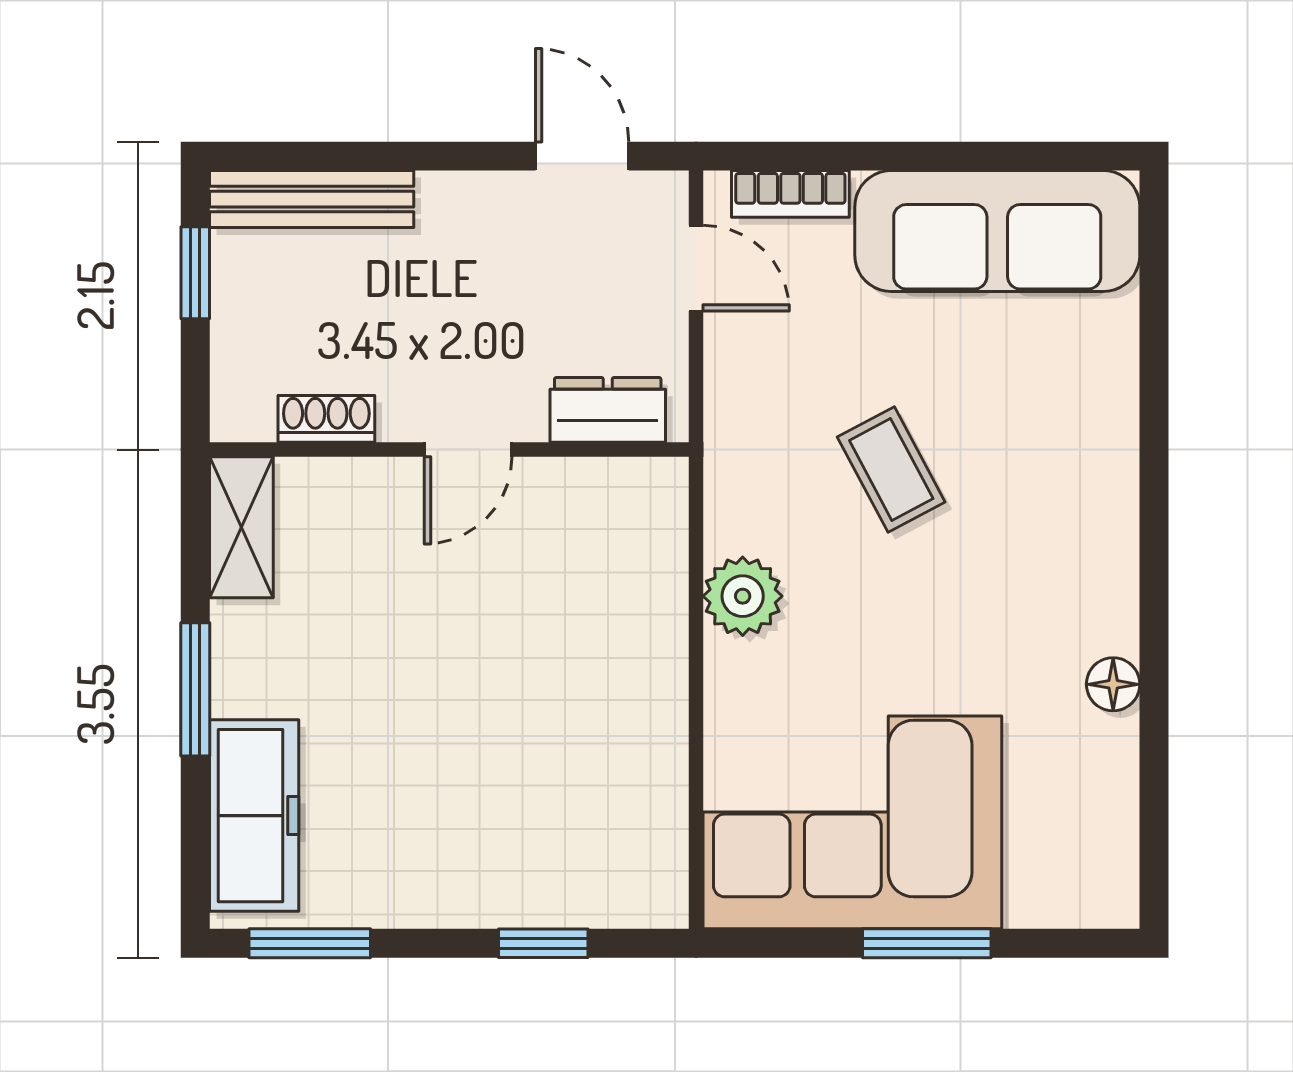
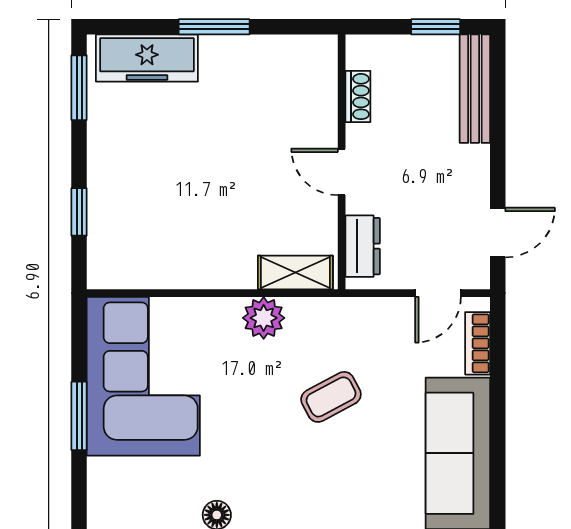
shelving: (241, 527) -> (295, 272), moved

